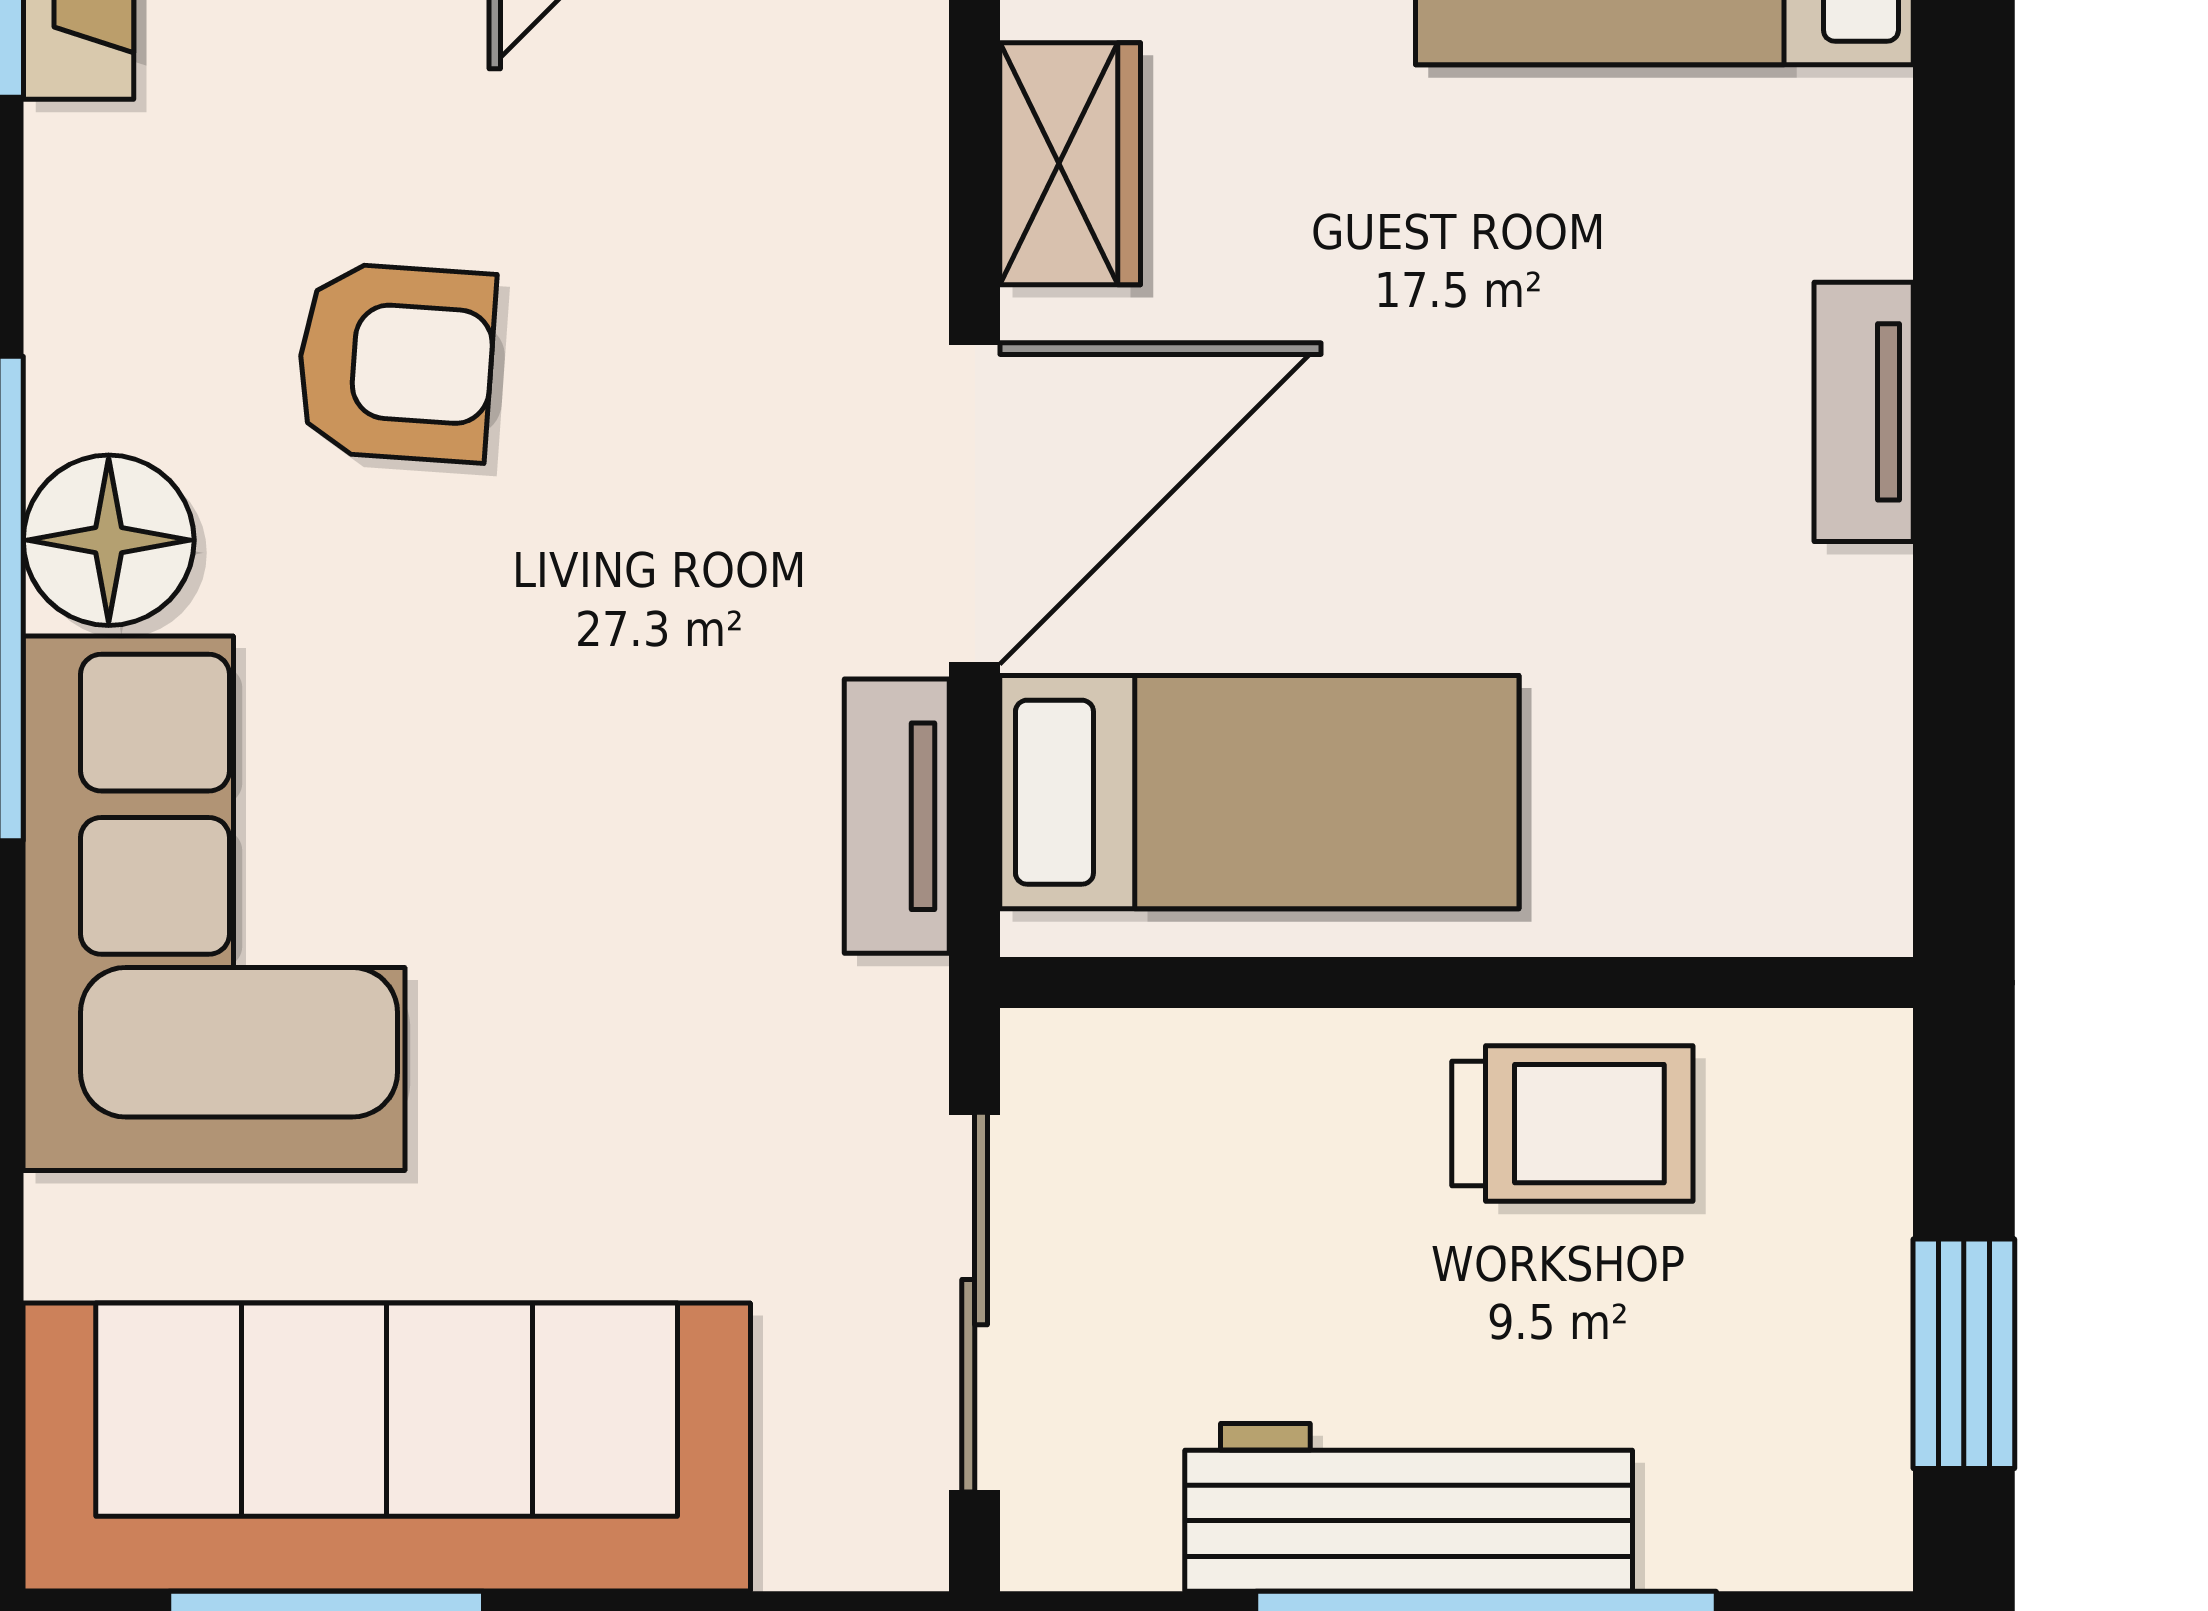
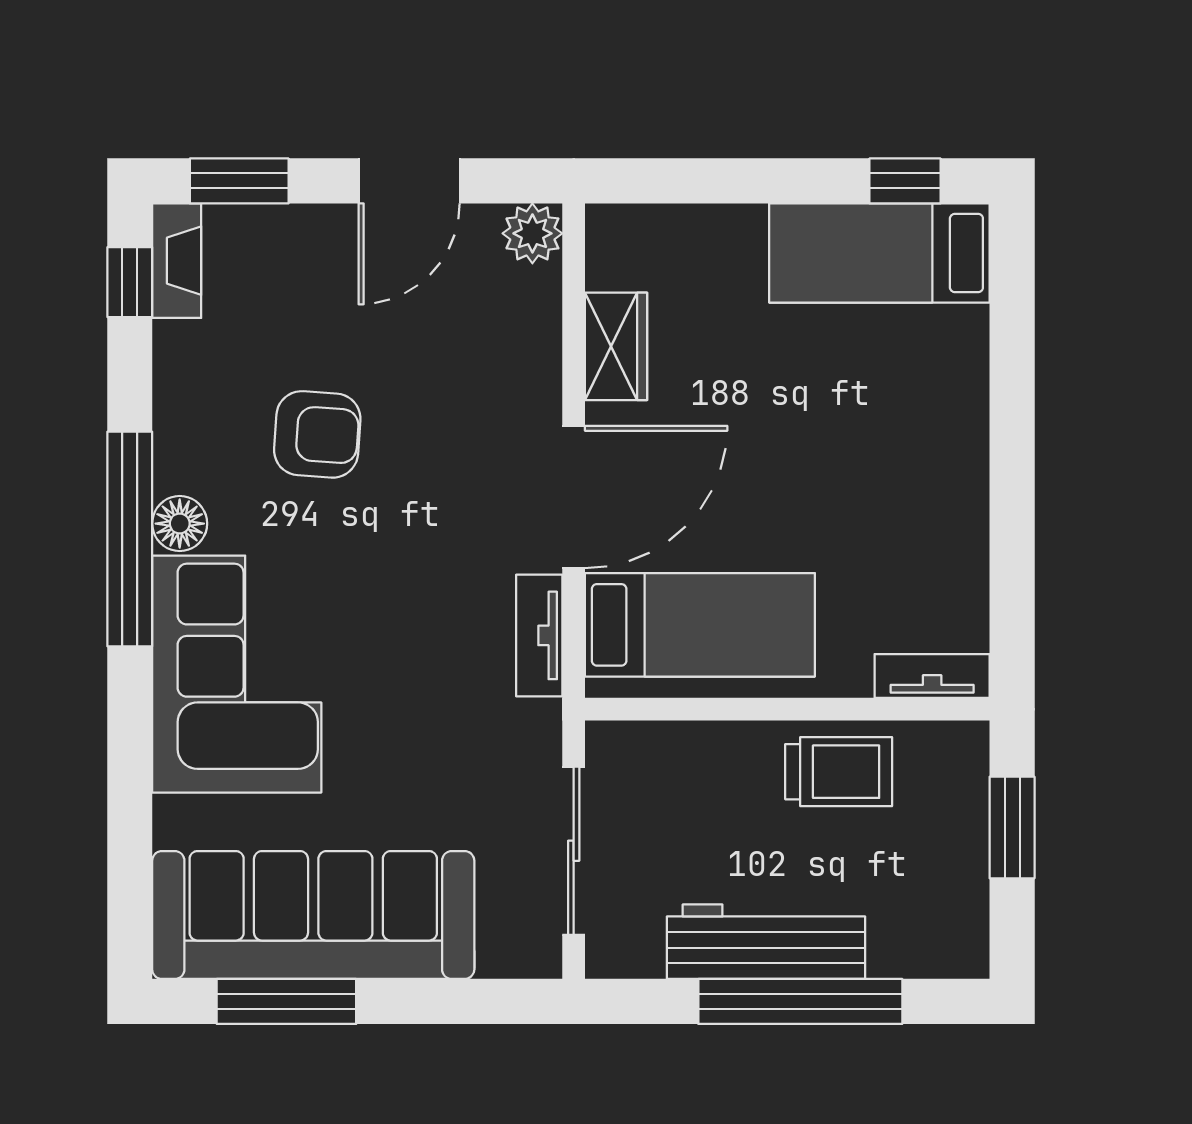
tv unit: (1864, 412) -> (932, 676), moved, turned 90
floor lamp: (109, 540) -> (180, 524), width x0.73, depth x0.73
window: (1964, 1354) -> (1012, 828), moved

